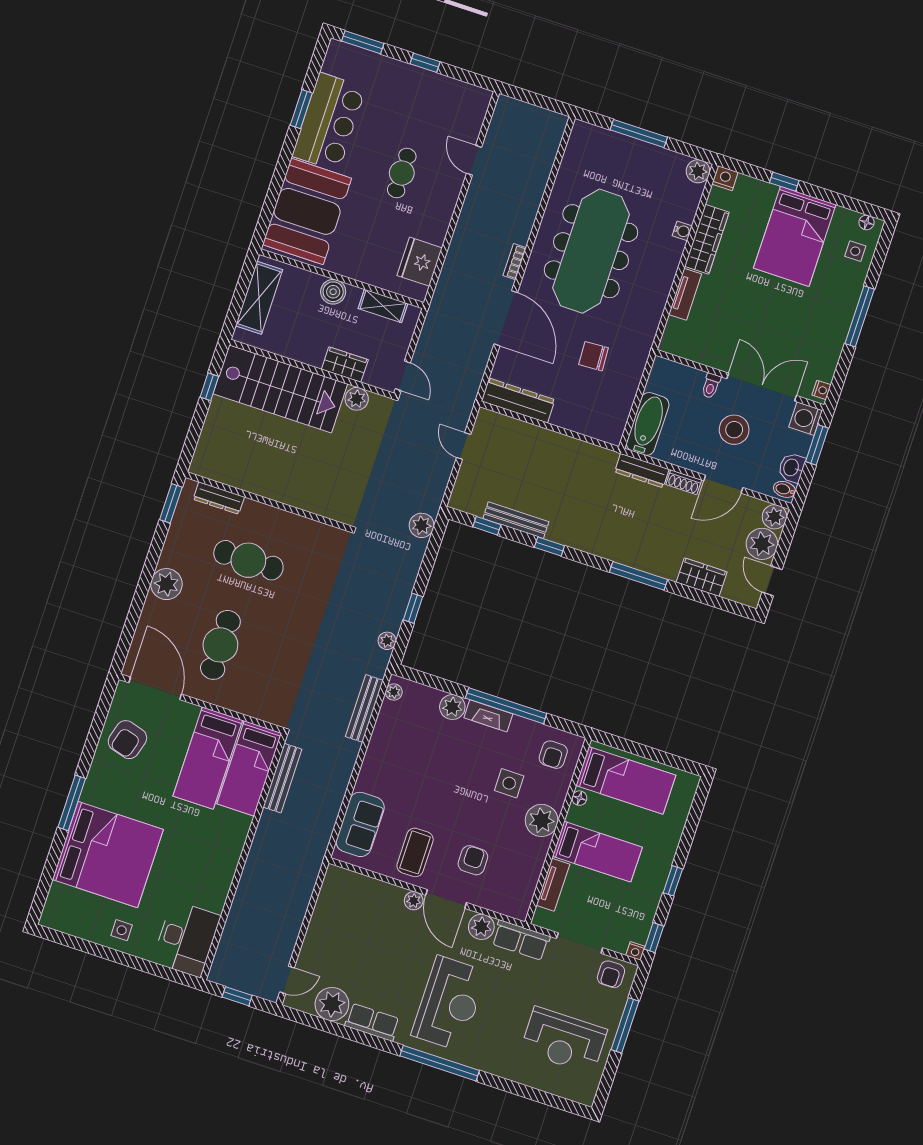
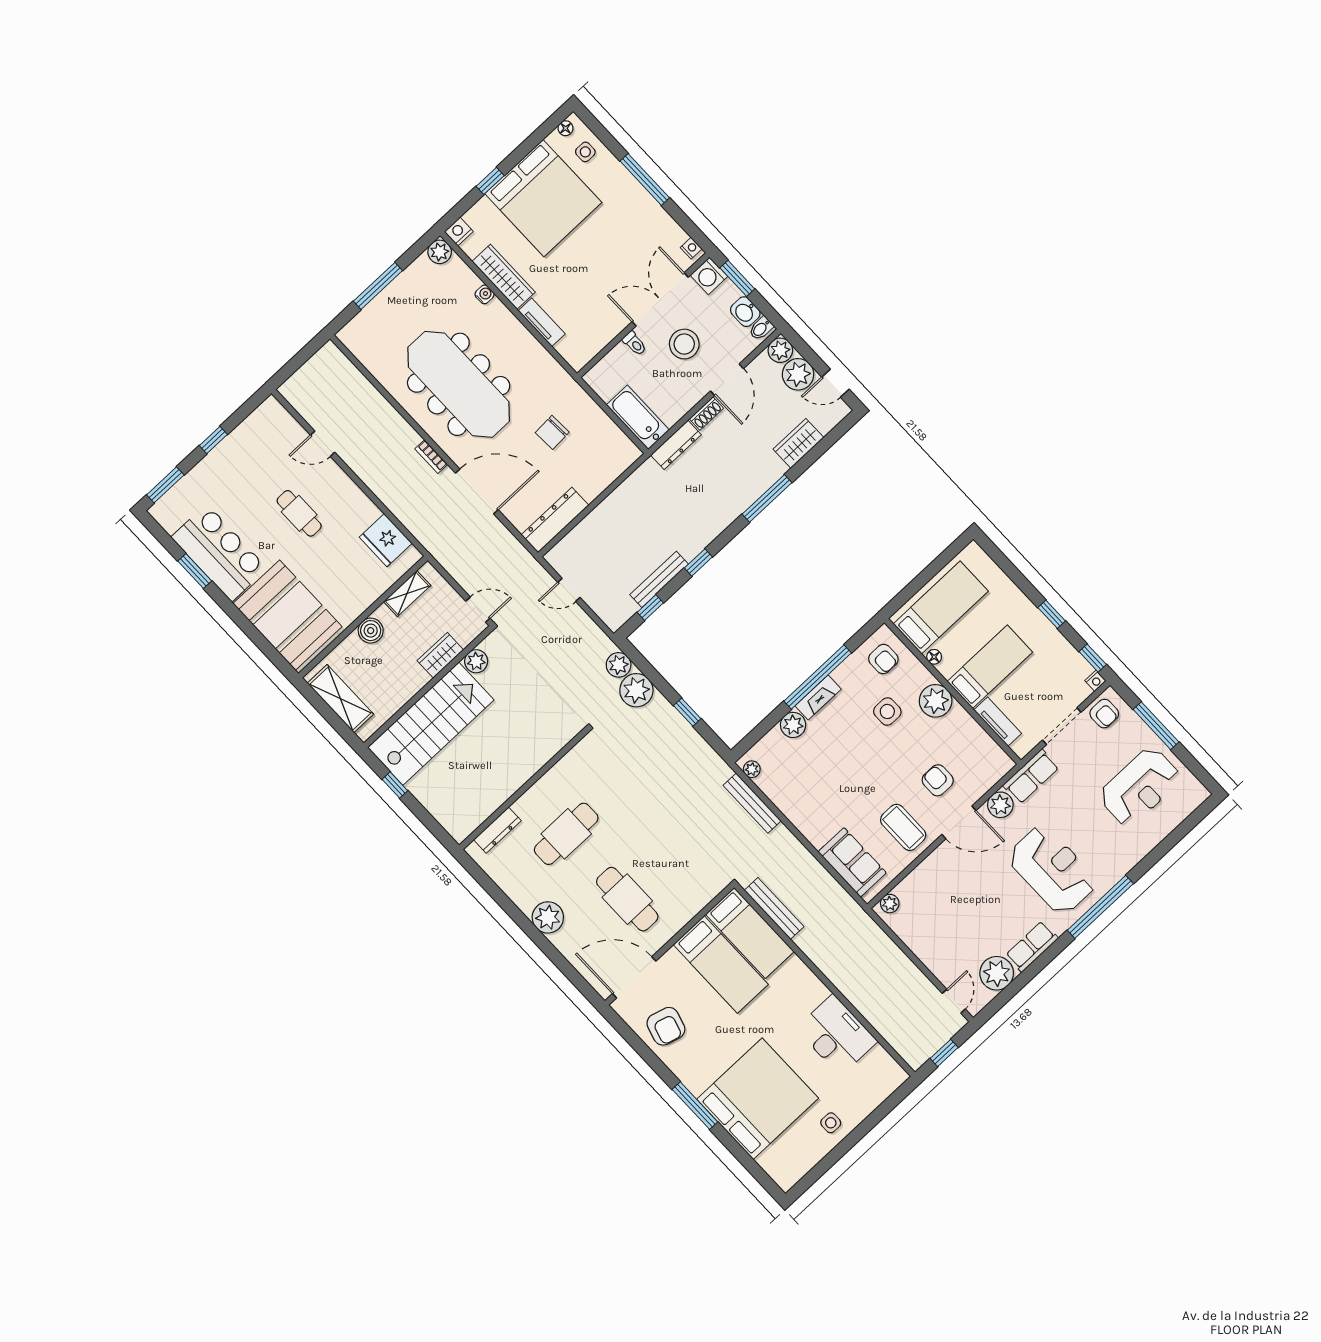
bed: (795, 236) -> (543, 198), width x1.36
window: (171, 503) -> (479, 875), removed
plant: (387, 641) -> (636, 690), moved, width x1.88, depth x1.88
plant: (414, 901) -> (890, 904), moved
desk: (186, 939) -> (837, 1035), moved

